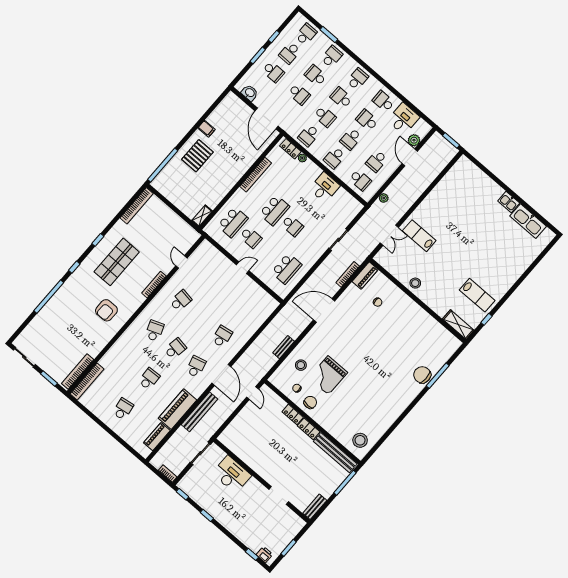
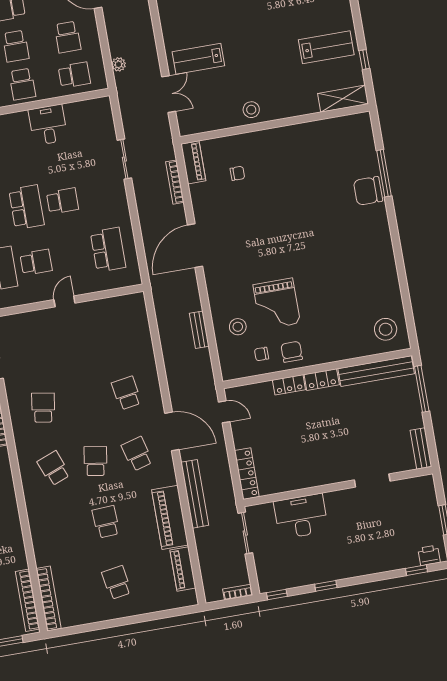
locker: (231, 430) -> (247, 474), added

